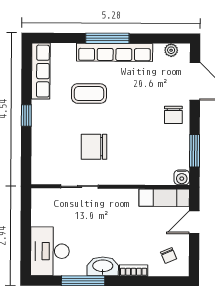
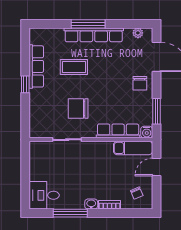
row of seats: (41, 71) -> (36, 66), moved
row of seats: (145, 176) -> (118, 131), added
desk: (50, 251) -> (44, 195), width x0.73
washbasin: (103, 266) -> (91, 204), width x0.52, depth x0.69

